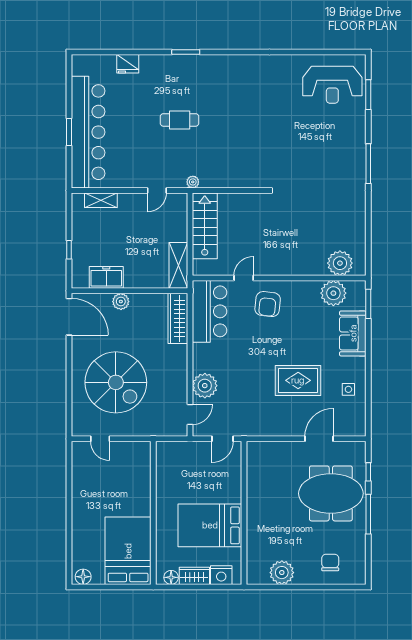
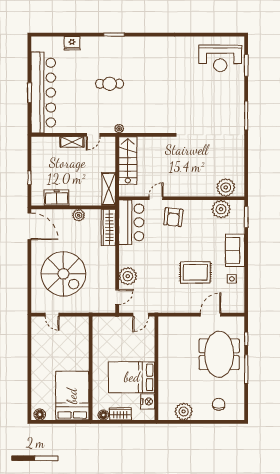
shelving: (101, 200) -> (72, 142), moved
plant: (121, 302) -> (79, 215), moved
sofa: (353, 333) -> (235, 250), moved
meeting table: (331, 493) -> (219, 354), turned 90
nightstand: (221, 575) -> (148, 401), moved, turned -90

